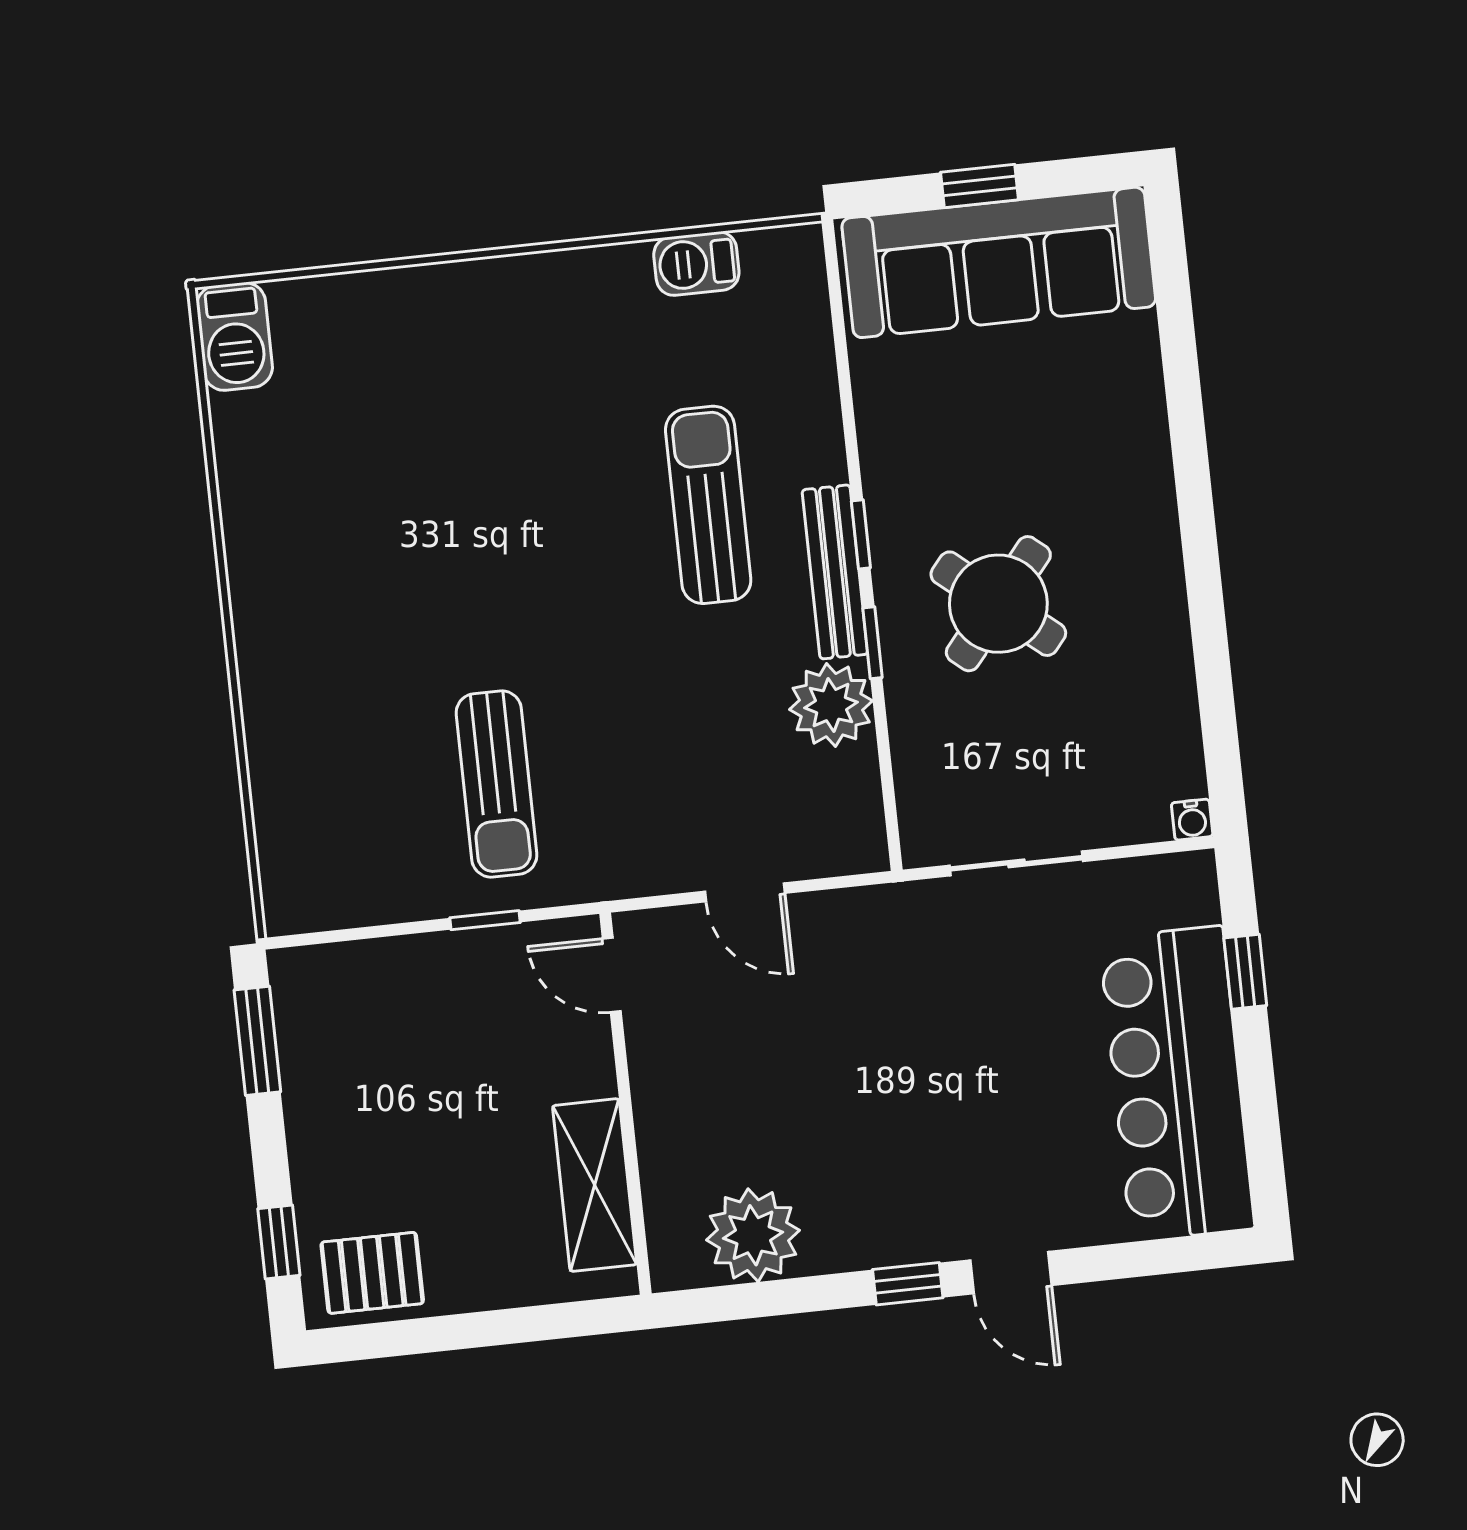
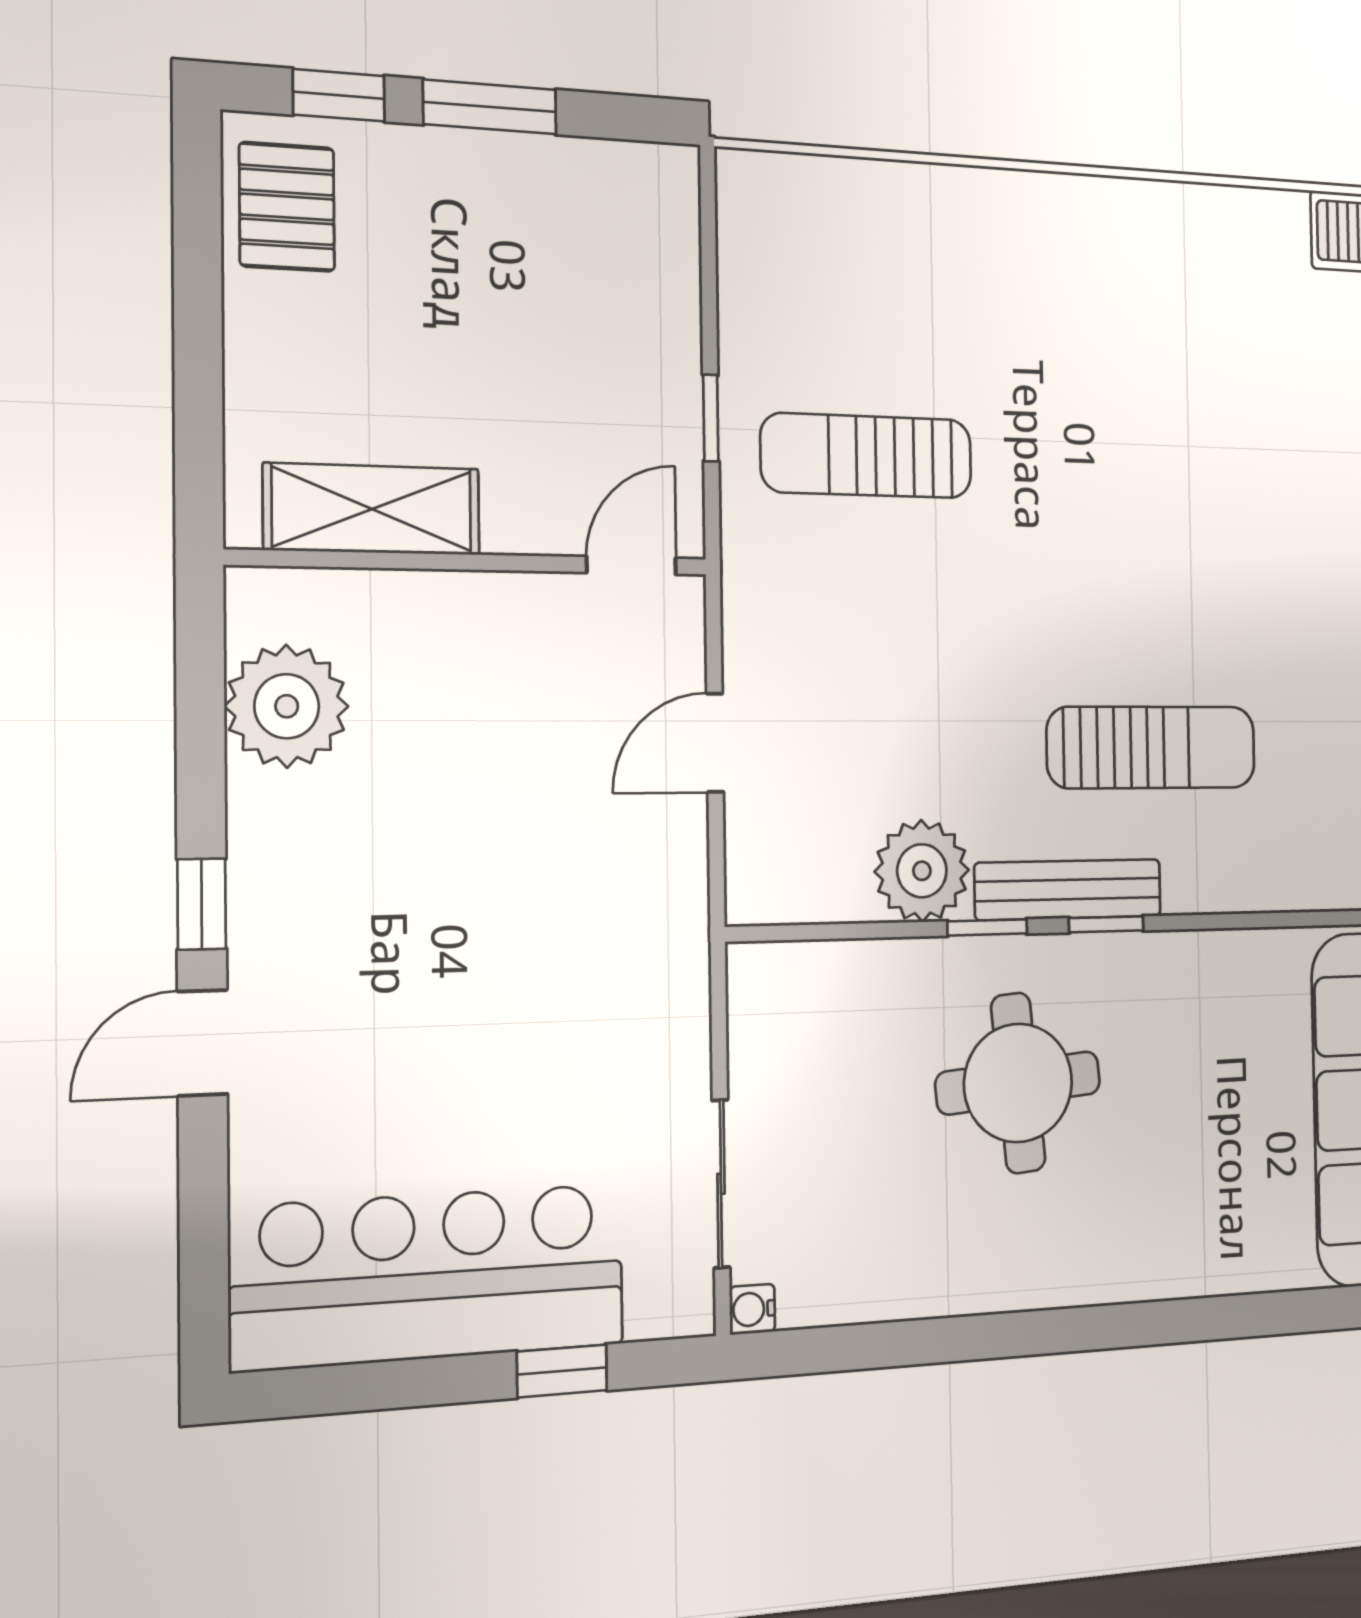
round table: (998, 604) -> (1018, 1083), turned 45
sliding door: (1016, 863) -> (721, 1184), moved
window: (257, 1041) -> (490, 107), moved

